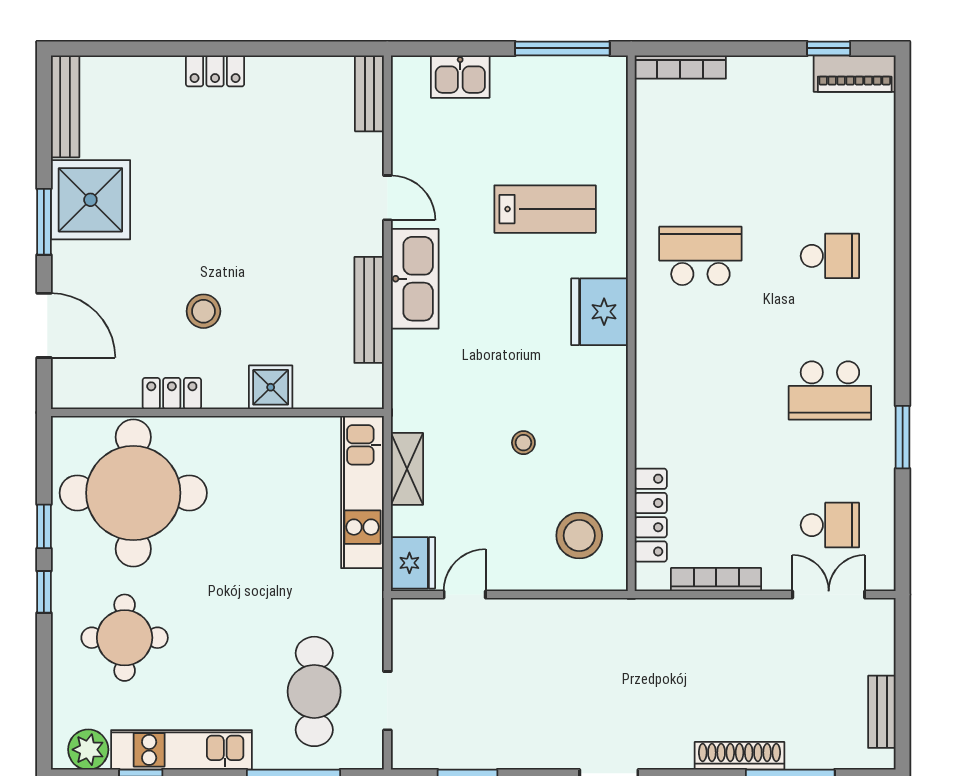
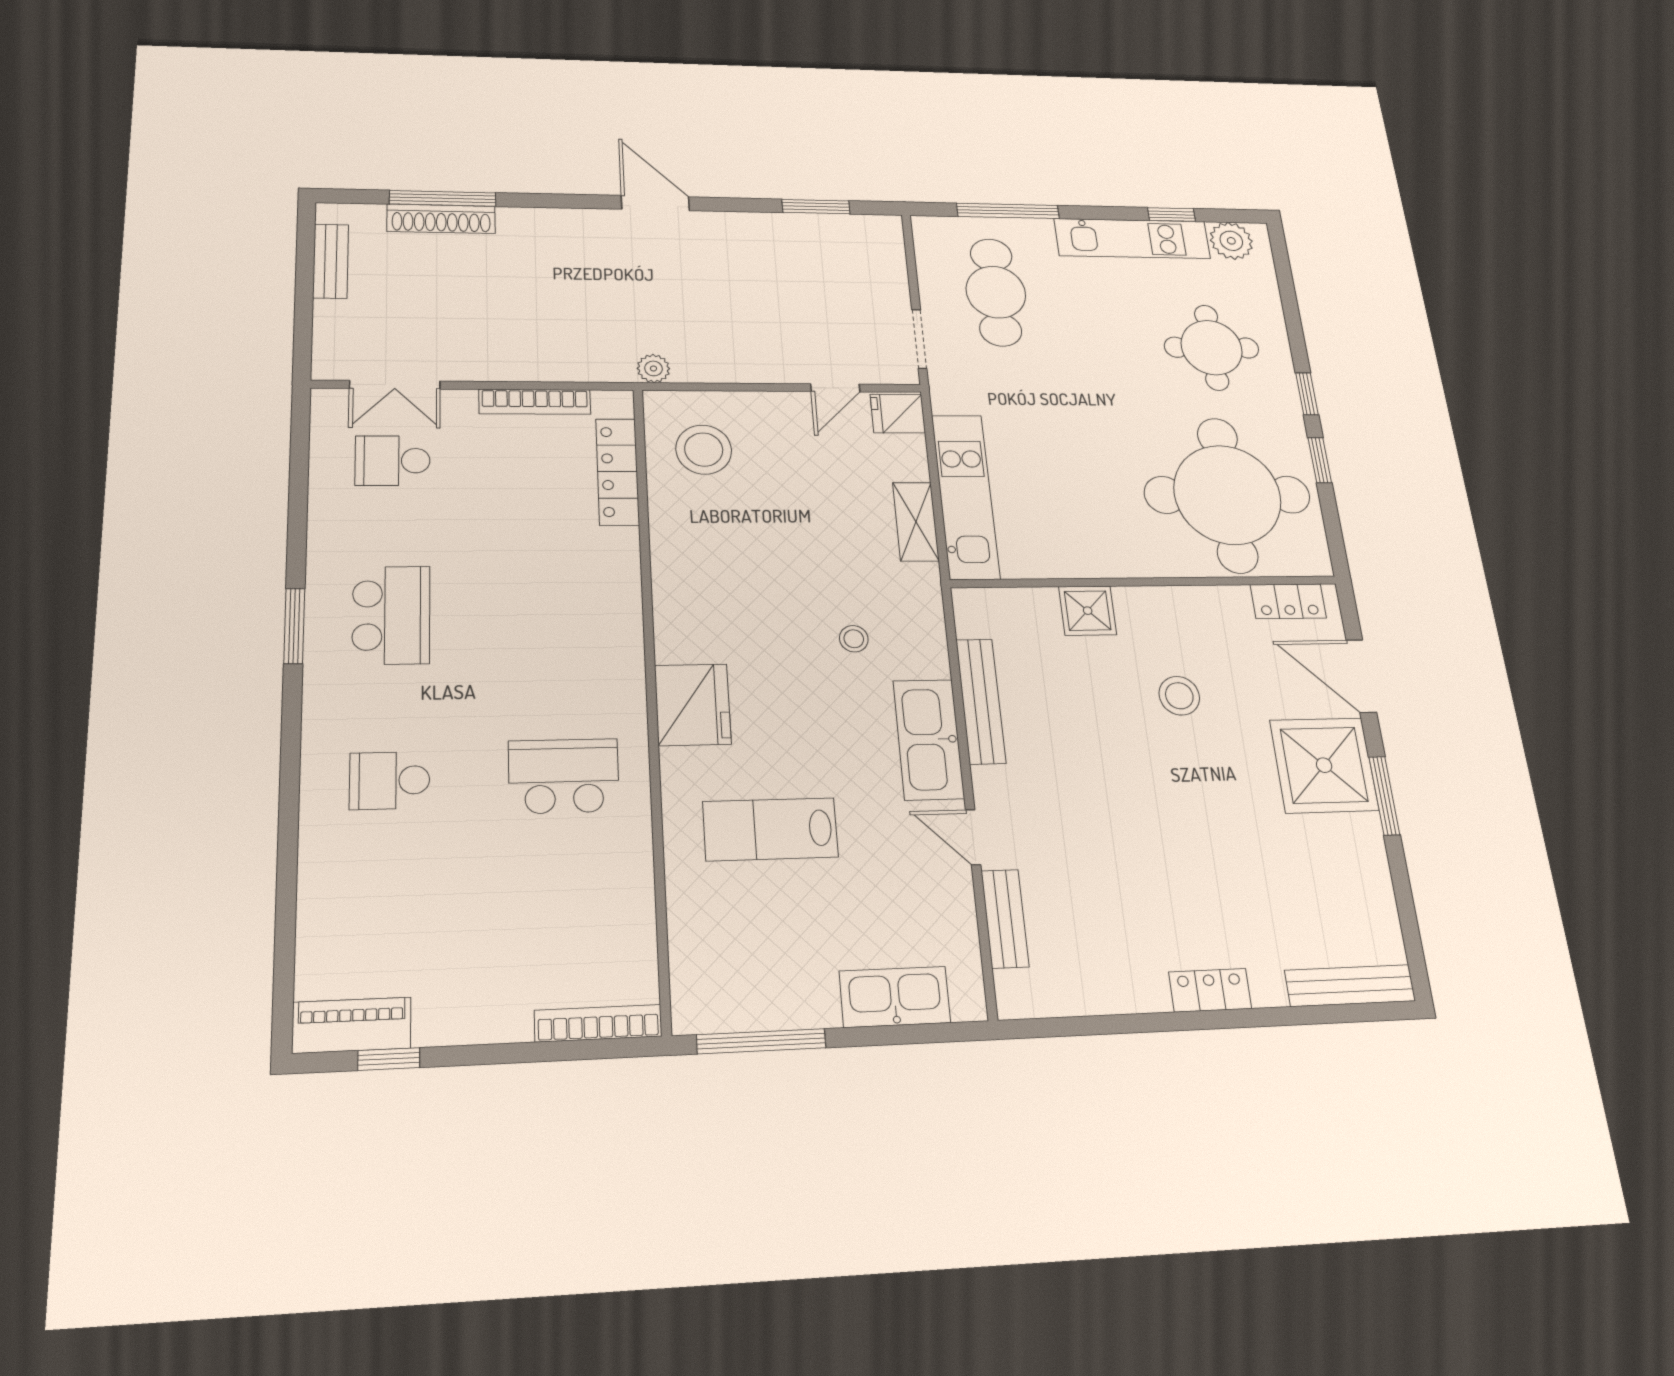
kitchen sink: (460, 77) -> (895, 997), width x1.38
bench: (369, 93) -> (1005, 919), moved
bench: (65, 106) -> (1350, 986), moved, turned 90
shower: (90, 200) -> (1324, 765), moved
school desk: (700, 256) -> (564, 776), turned 180
school desk: (830, 390) -> (391, 615), turned 90
locker: (172, 393) -> (1288, 601), moved
window: (903, 437) -> (294, 626), moved
stool: (523, 443) -> (854, 639), moved
fridge: (413, 563) -> (898, 414), width x0.72
plant: (617, 612) -> (653, 368), added
doorway: (387, 701) -> (919, 339), moved
shoe rack: (739, 756) -> (441, 219), moved

